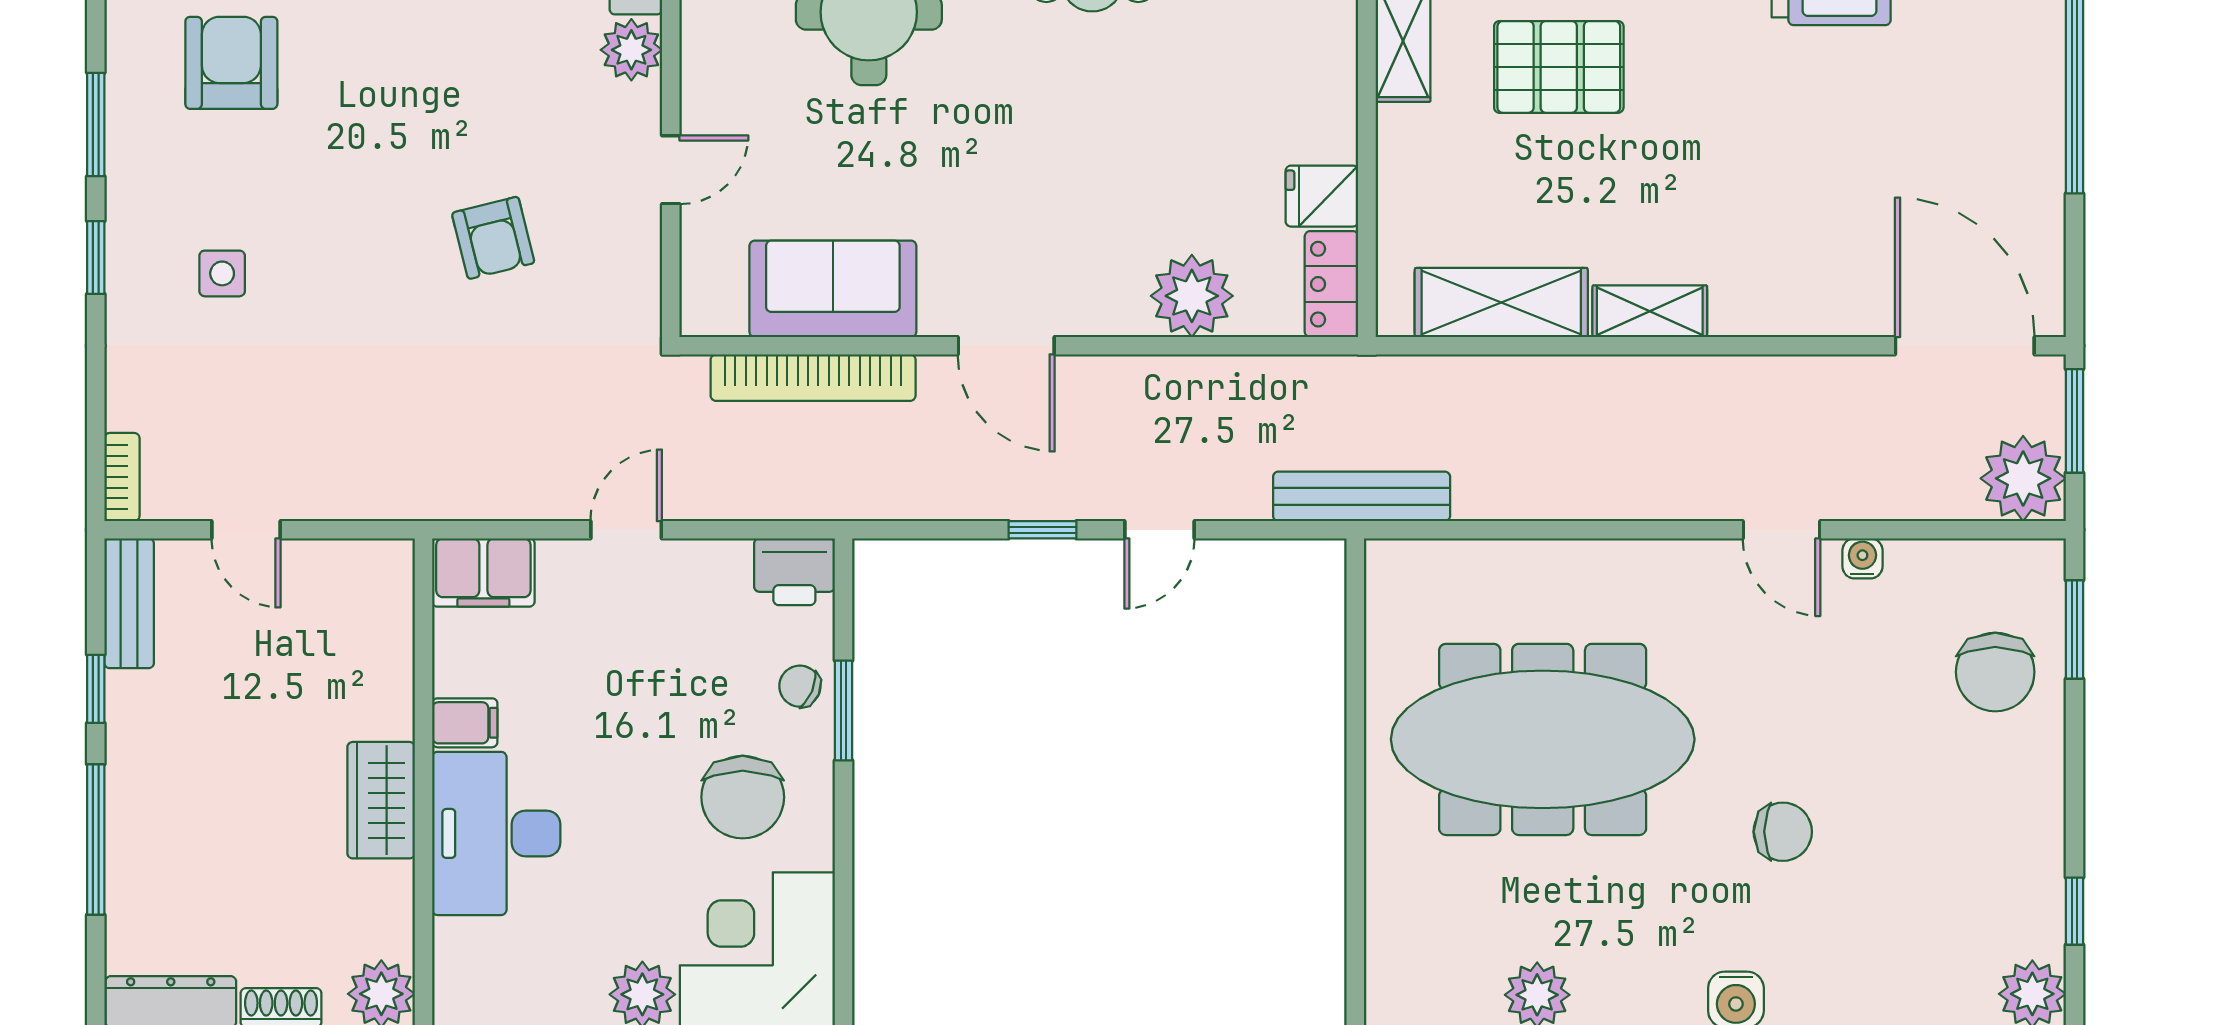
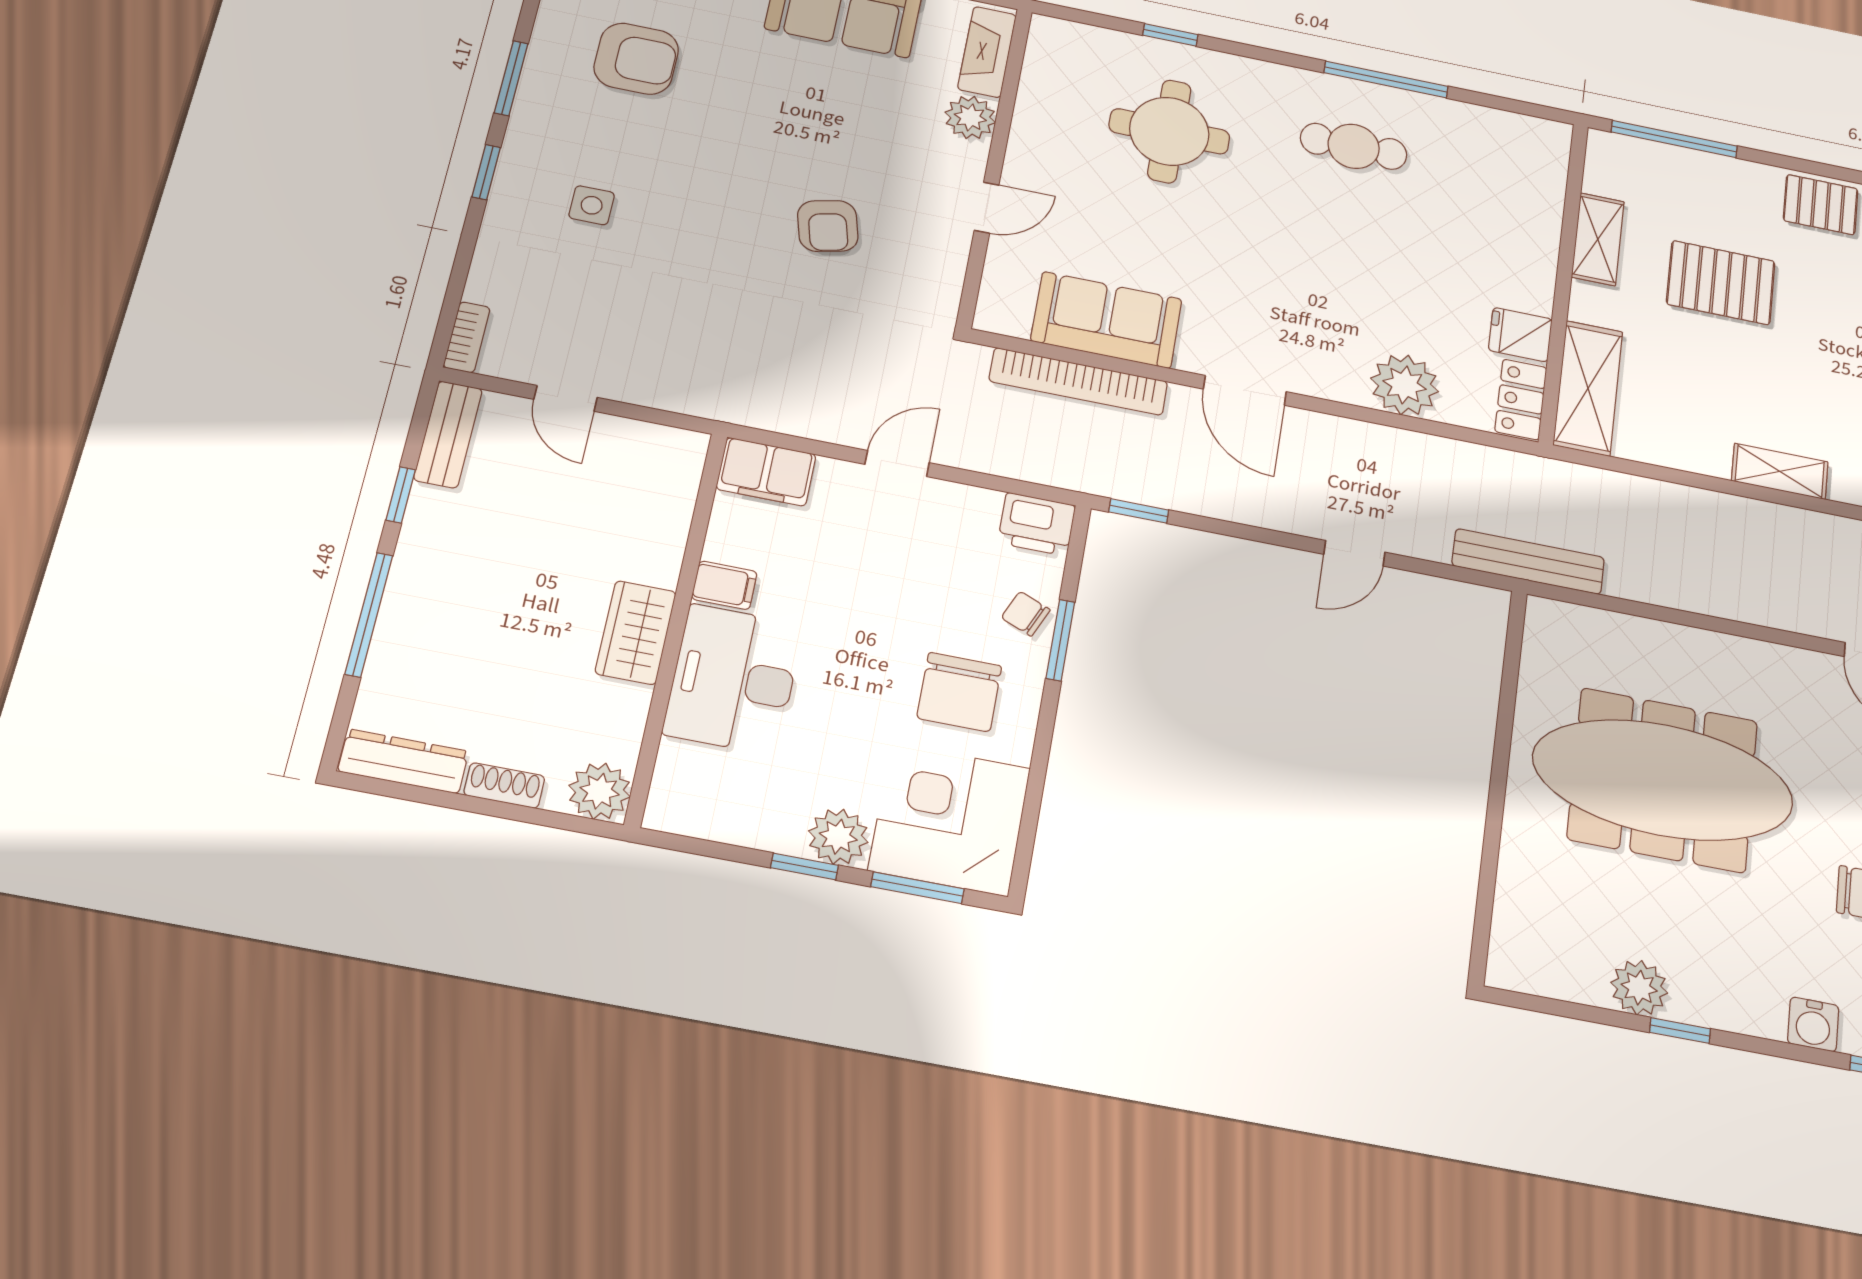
armchair: (231, 63) -> (636, 59), turned 90
shelving: (1501, 302) -> (1588, 388), moved, turned 90
window: (1043, 530) -> (1139, 511), moved

